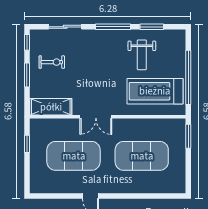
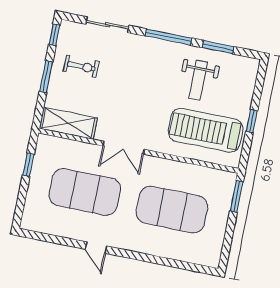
window: (188, 77) -> (252, 121), width x0.32

